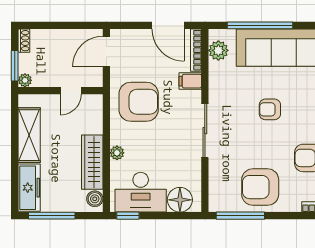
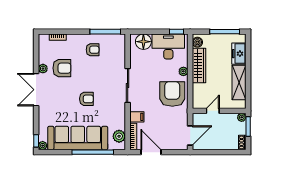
armchair: (139, 102) -> (172, 94), moved, turned 90
armchair: (260, 187) -> (93, 50), width x0.53, depth x0.53
freezer: (29, 188) -> (239, 54), width x0.71

